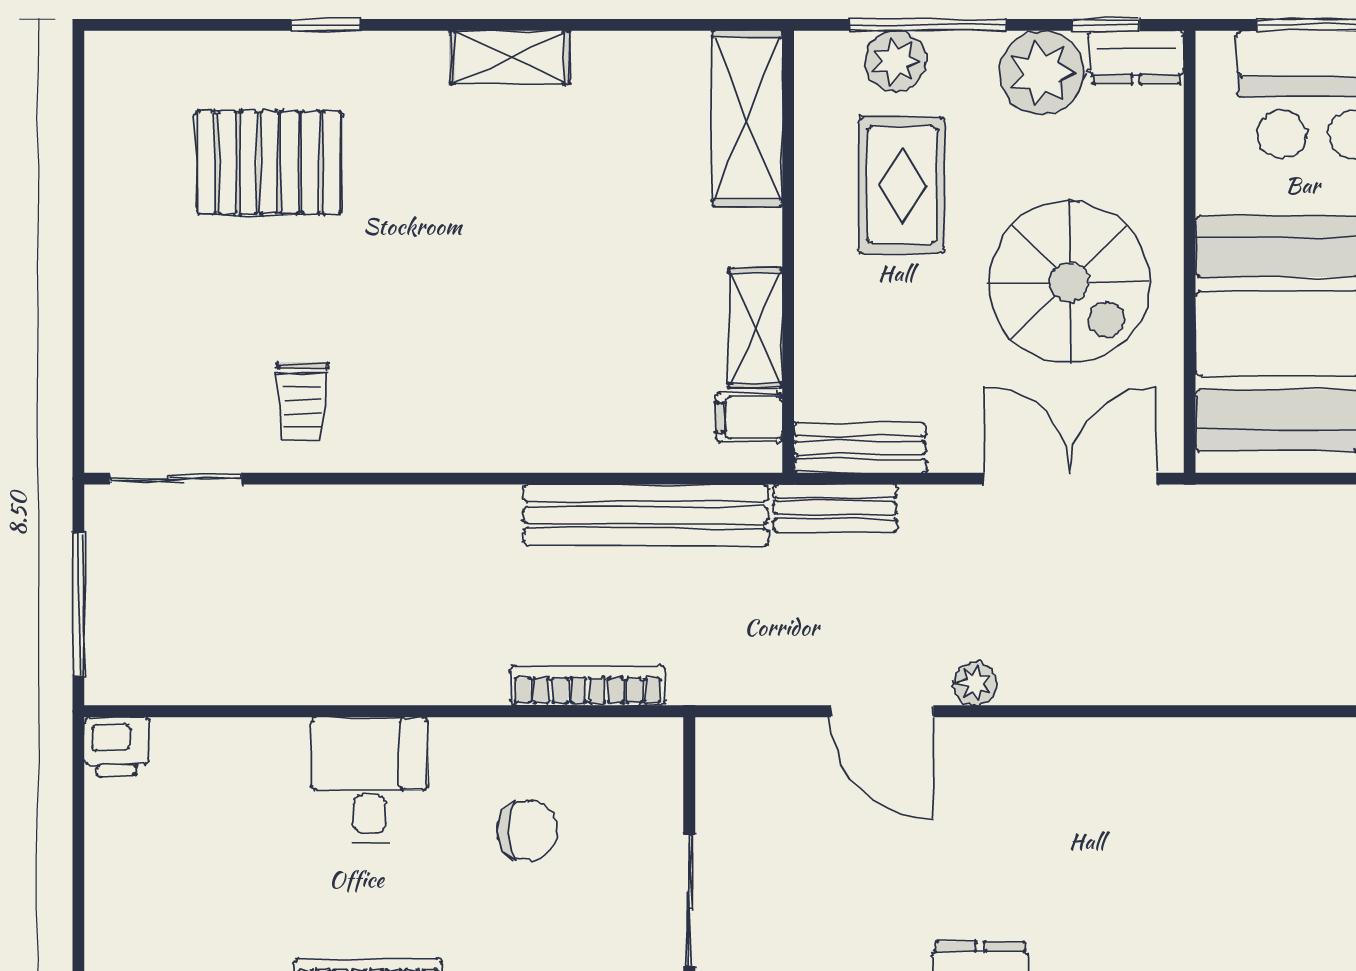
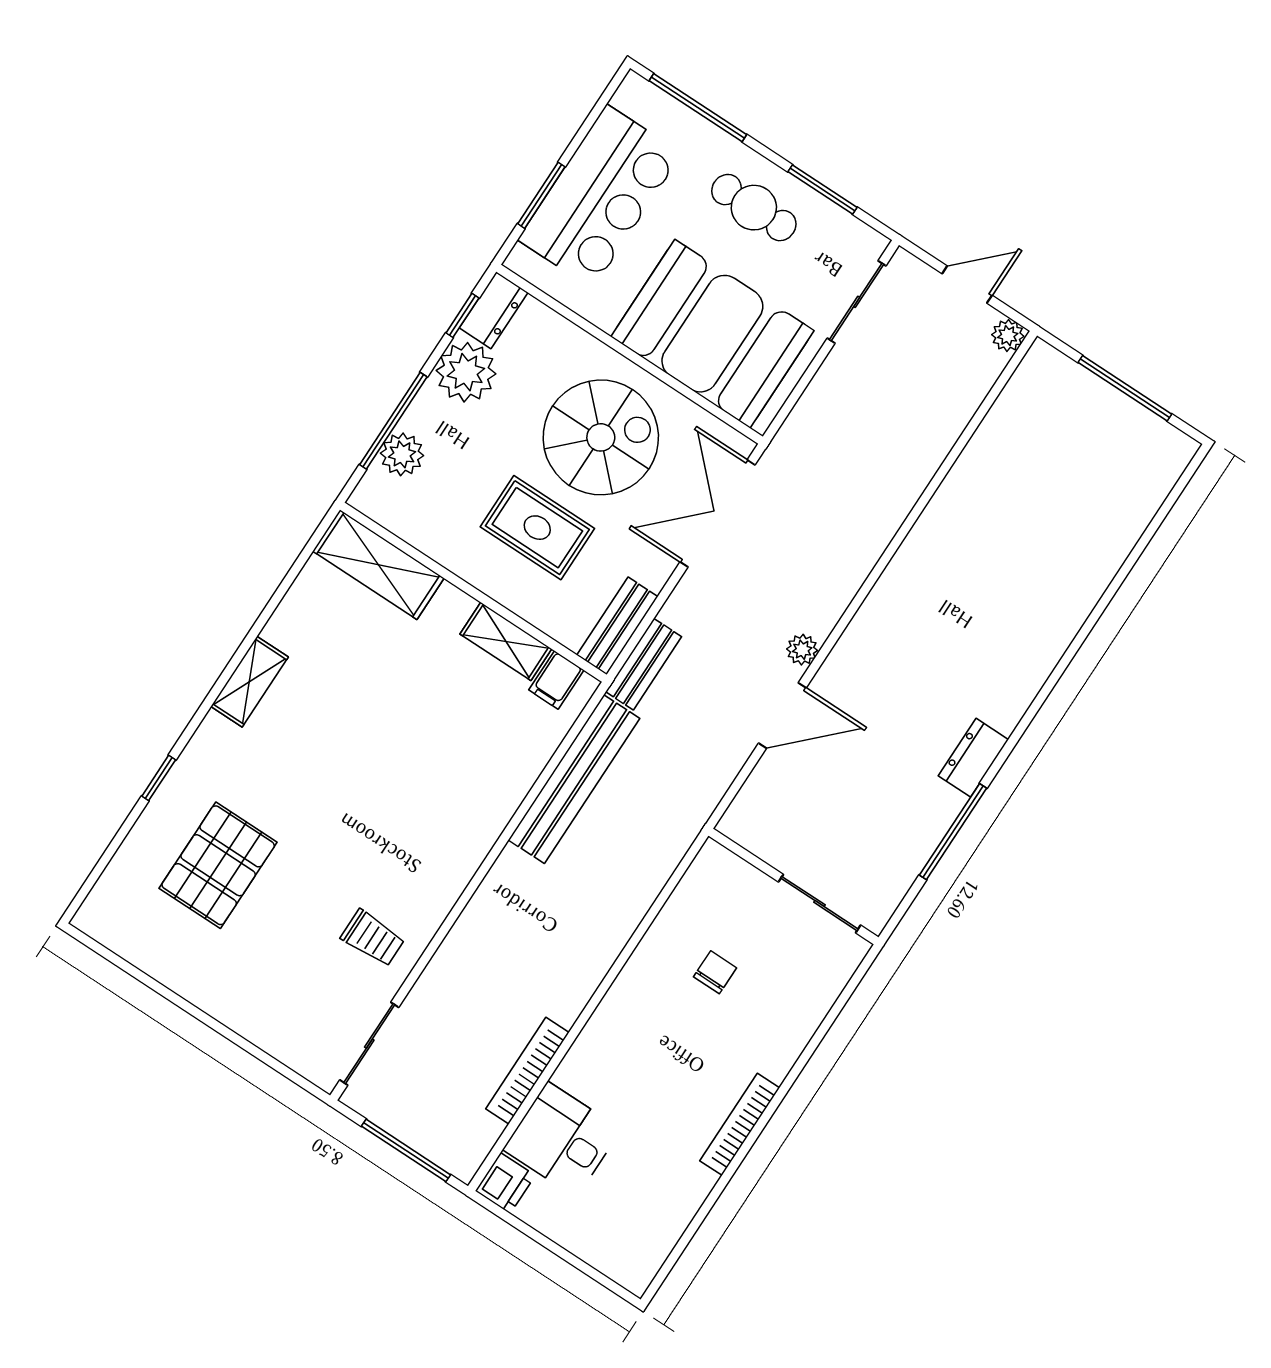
rug: (902, 185) -> (537, 528), moved
bookcase: (588, 686) -> (527, 1071), moved
desk: (369, 780) -> (562, 1140), moved
chair: (527, 831) -> (715, 972), width x0.73, depth x0.73

